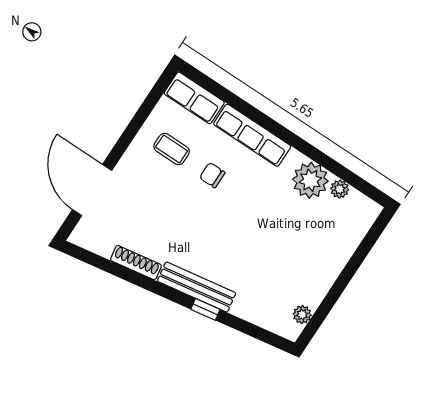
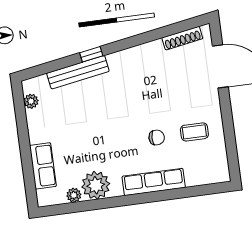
row of seats: (194, 98) -> (43, 166), moved, turned 90
shoe rack: (136, 263) -> (182, 38), moved
bench: (197, 287) -> (78, 72), moved

